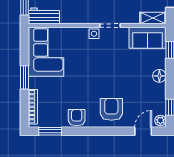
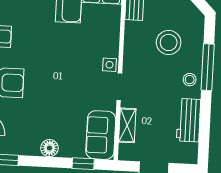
shelving: (153, 18) -> (127, 125), moved

